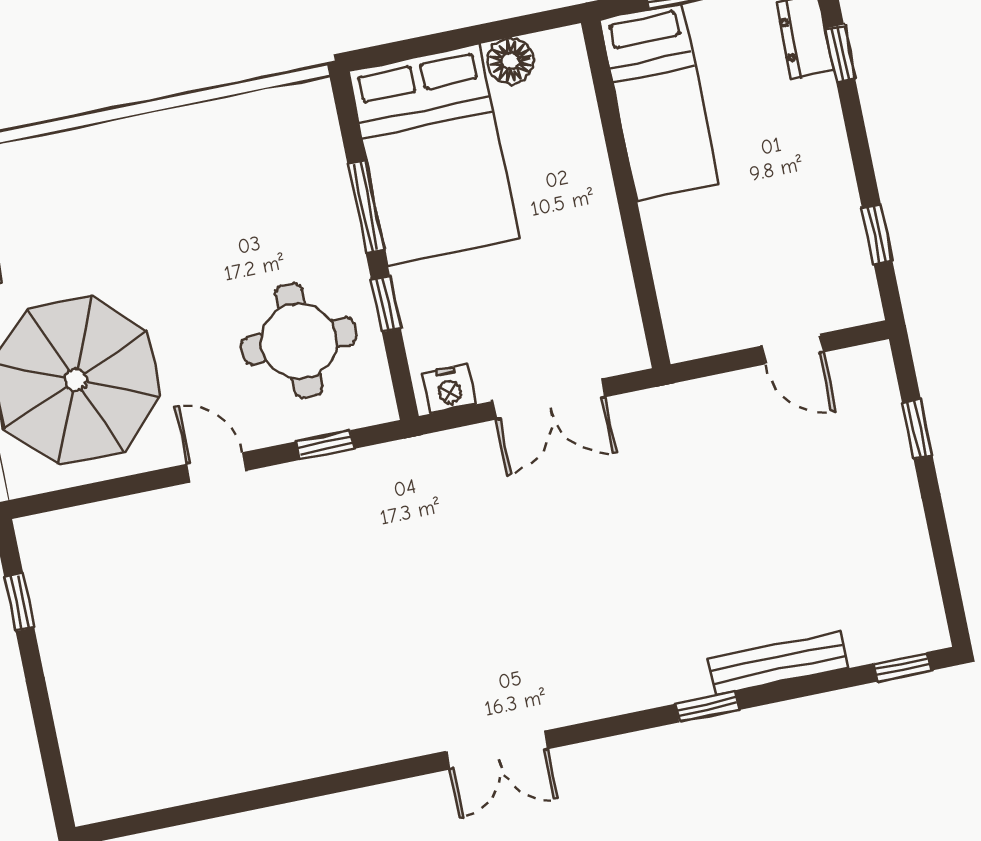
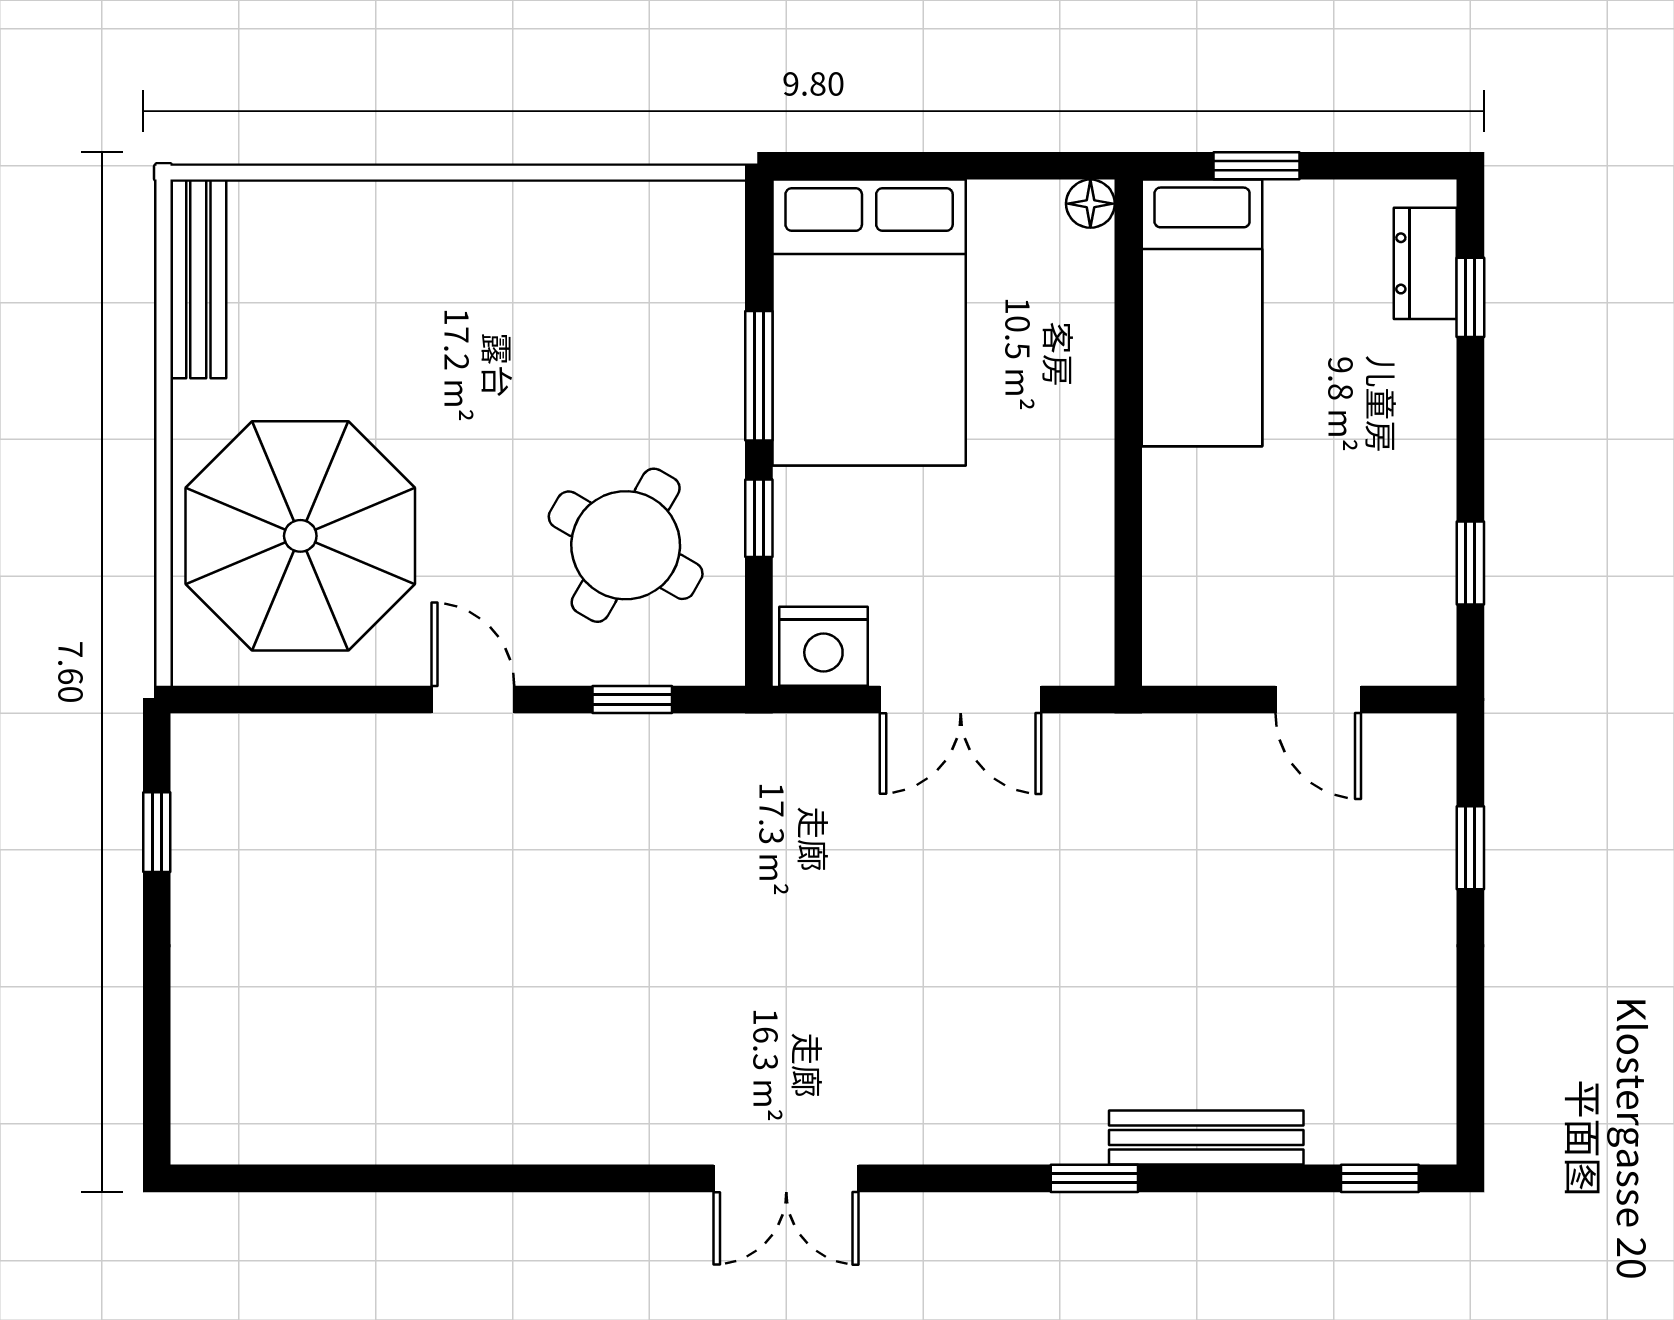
floor lamp: (511, 61) -> (1090, 204), moved, width x0.73, depth x0.73
round table: (299, 341) -> (626, 545), turned 30
nightstand: (449, 389) -> (823, 646), width x1.36, depth x1.33

